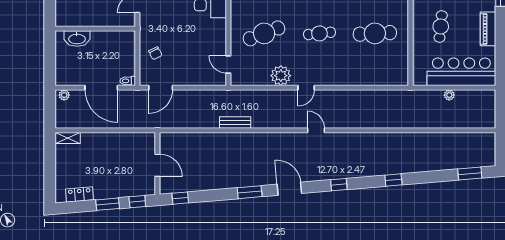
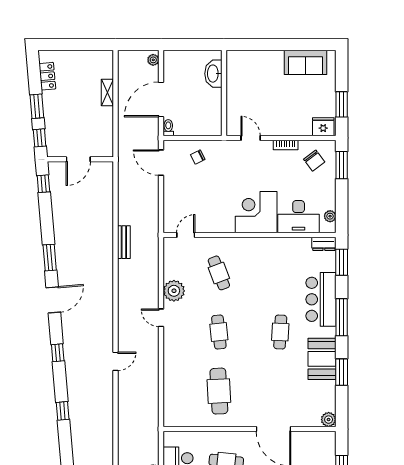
cafe table: (264, 33) -> (219, 273), width x0.73, depth x0.74
door: (316, 130) -> (115, 361), moved
shelving: (68, 138) -> (107, 92), moved

